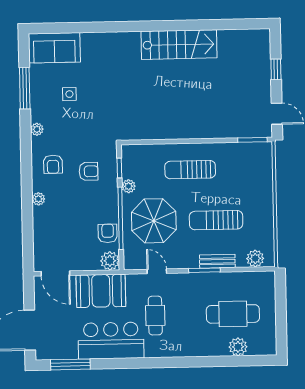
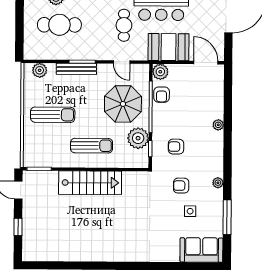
stairs: (179, 45) -> (90, 183), moved, turned 180
armchair: (53, 164) -> (181, 186), moved, turned -90
plant: (129, 186) -> (138, 138), width x1.88, depth x1.88
sun lounger: (216, 220) -> (53, 115), moved
bench: (217, 261) -> (76, 69), width x1.36

